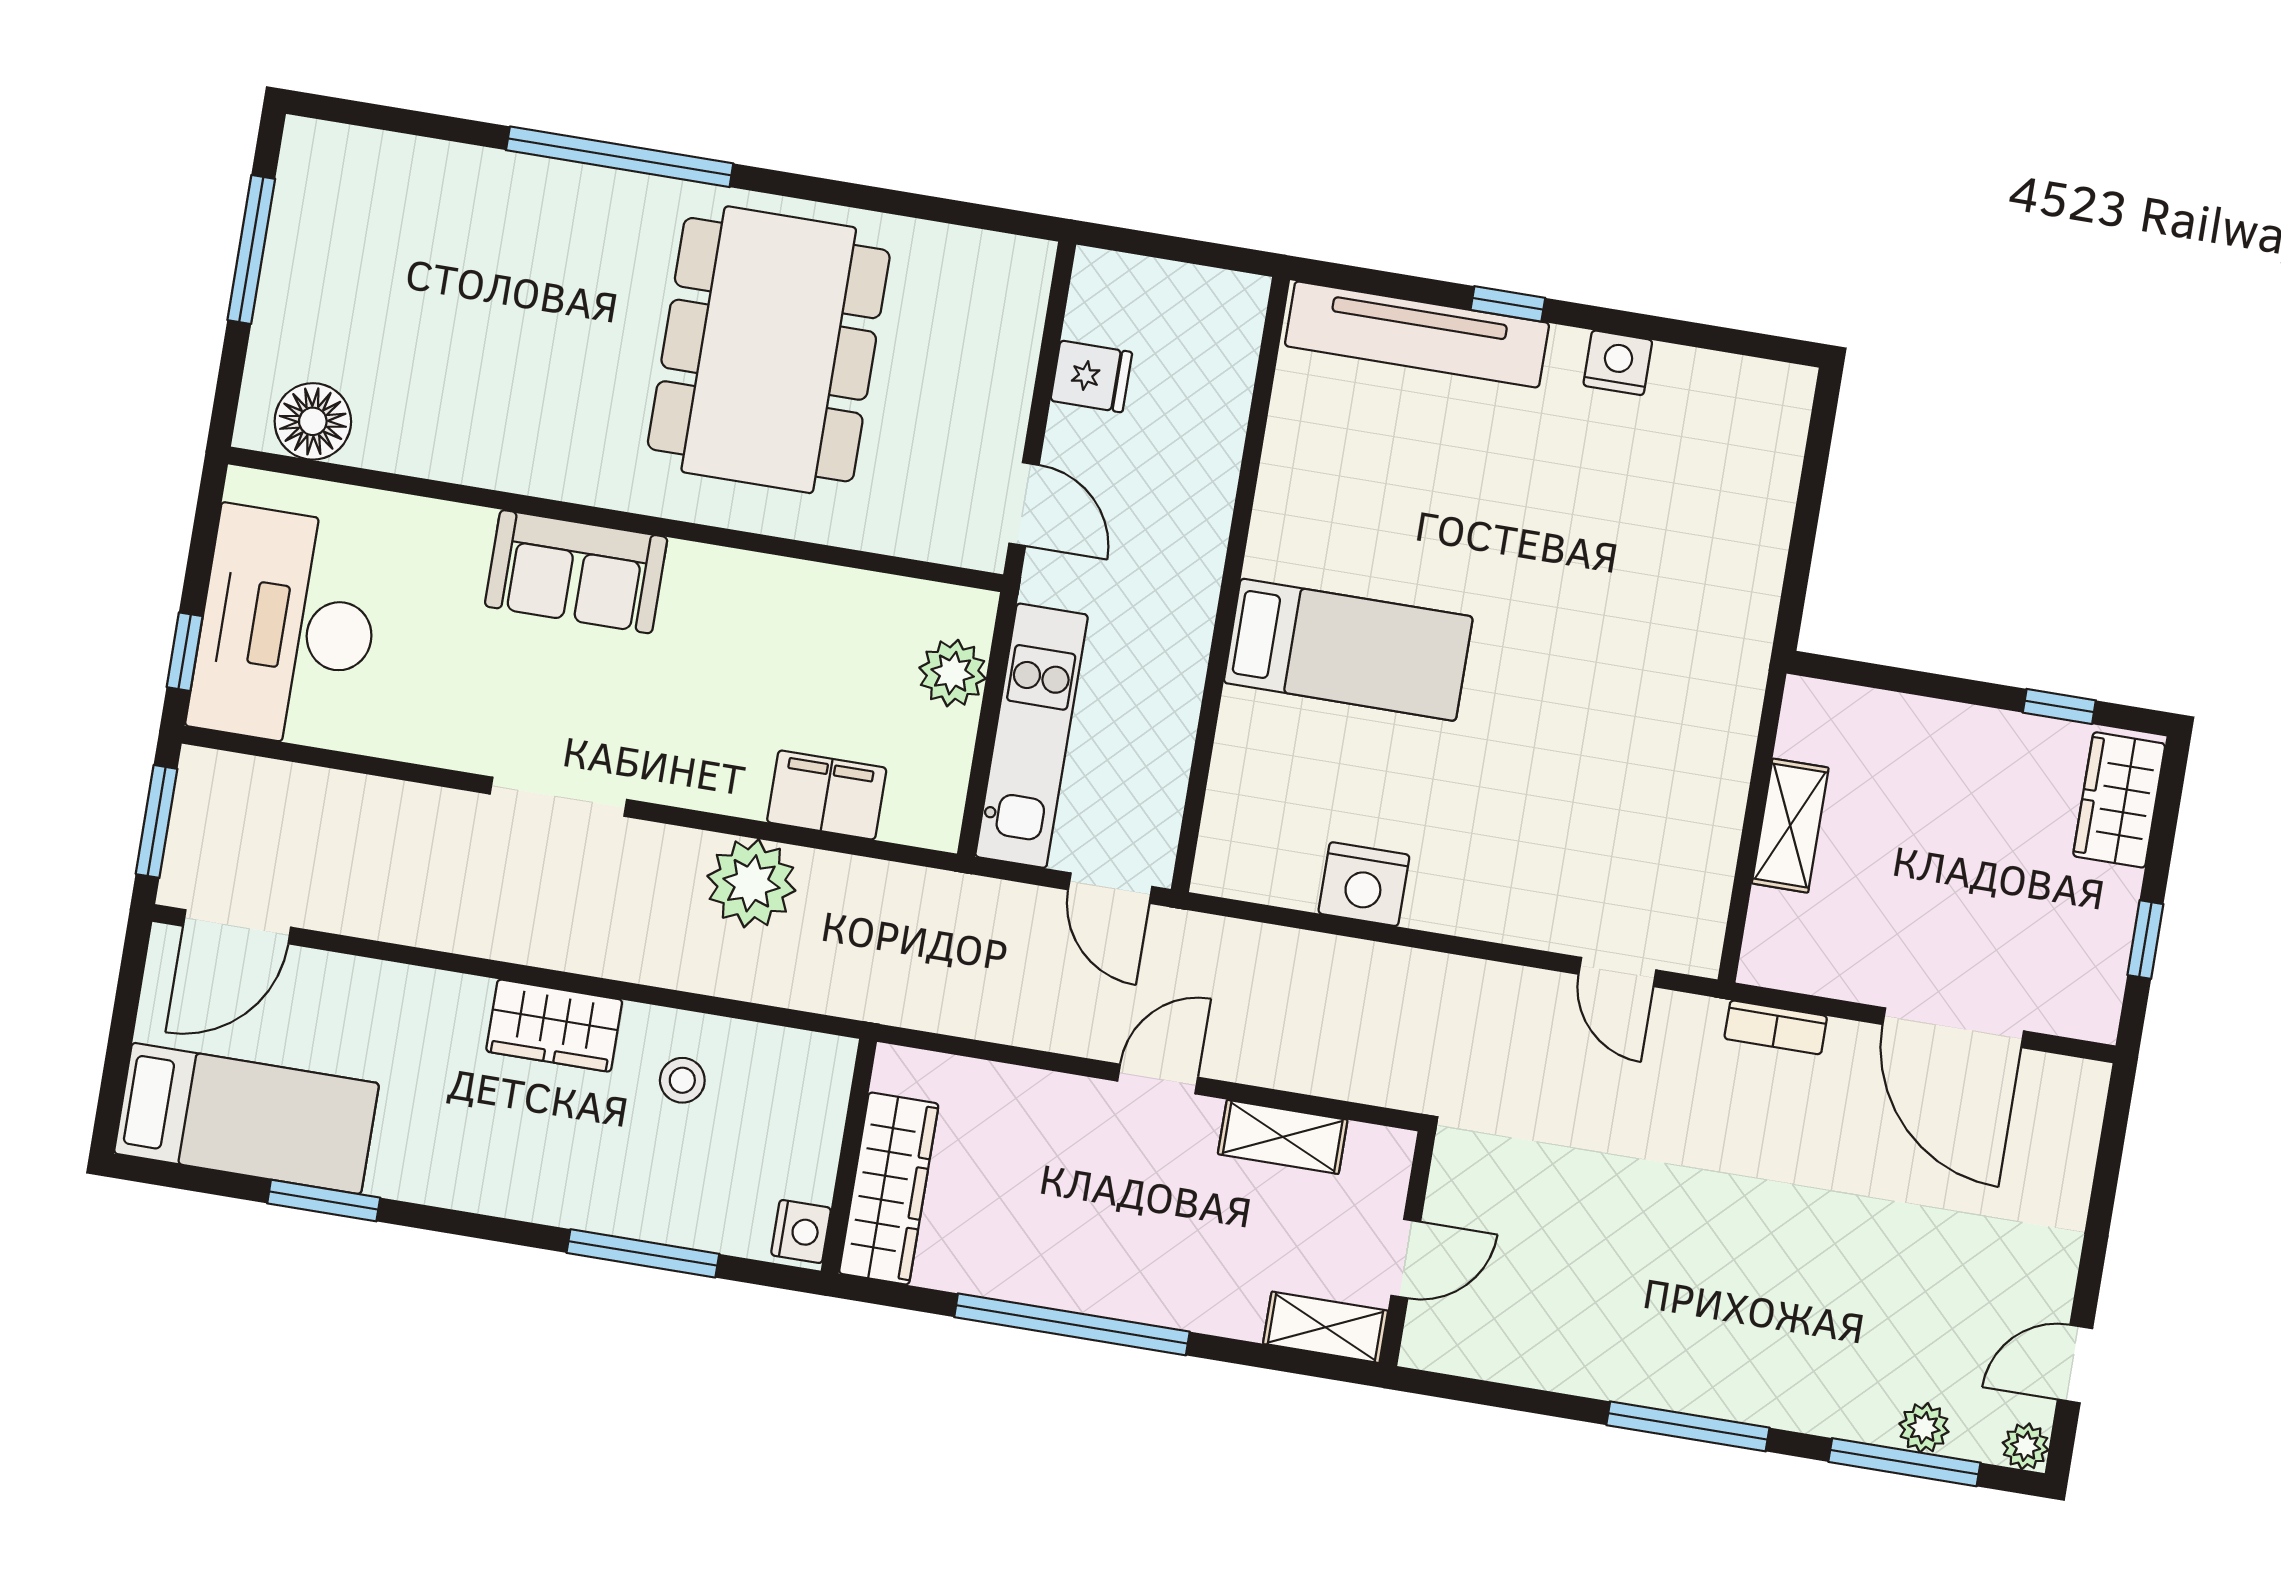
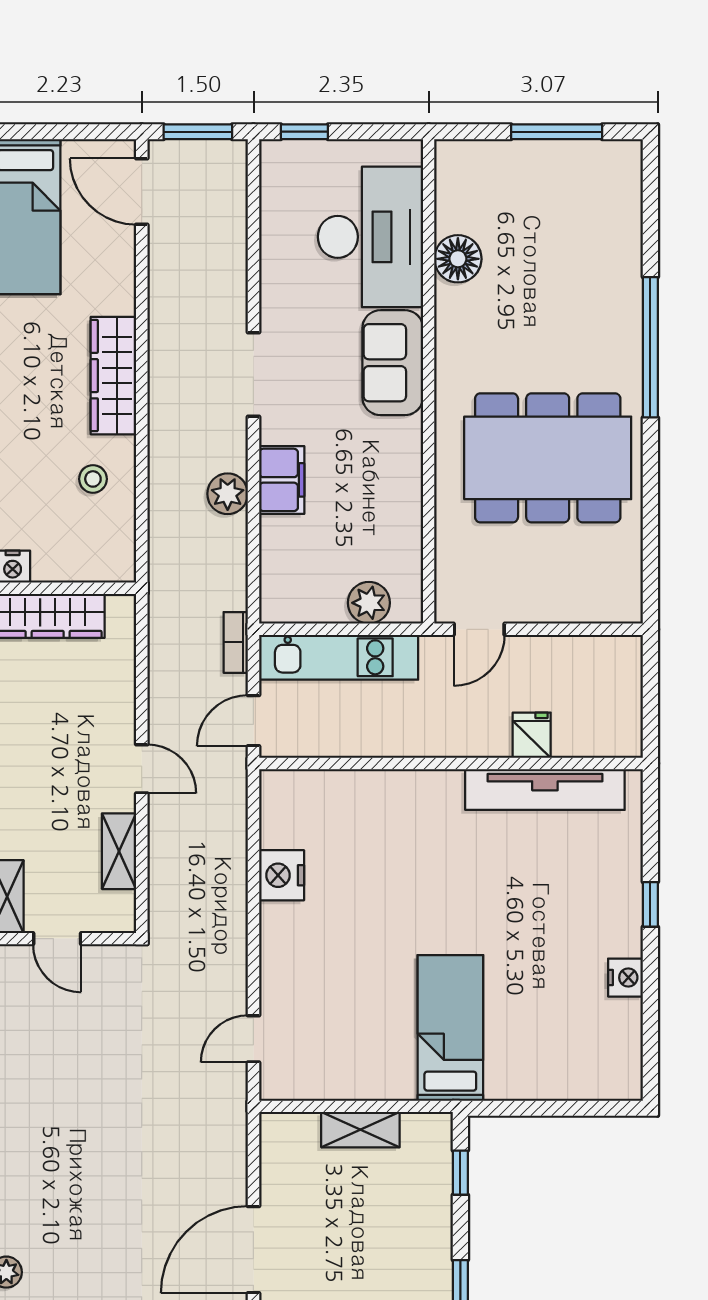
tv unit: (1417, 334) -> (545, 789), moved, turned -90
fridge: (1091, 376) -> (532, 735), moved, turned 180
floor lamp: (313, 421) -> (458, 259), moved
desk: (287, 628) -> (370, 237), moved, turned 90
bed: (1348, 650) -> (450, 1028), moved, turned 180
window: (1885, 678) -> (460, 1173), added
filing cabinet: (827, 795) -> (282, 480), moved
plant: (751, 883) -> (228, 494), width x0.73, depth x0.73
wardrobe: (554, 1026) -> (113, 376), width x1.50
bookcase: (1776, 1027) -> (236, 642), moved

